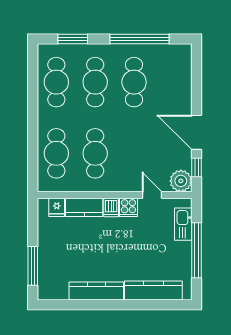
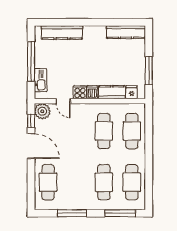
window: (73, 39) -> (120, 213), width x1.44
window: (140, 39) -> (72, 213), width x0.68
cafe table: (134, 82) -> (48, 182), moved
window: (33, 266) -> (149, 71), moved
kitchen counter: (96, 291) -> (126, 32), moved

